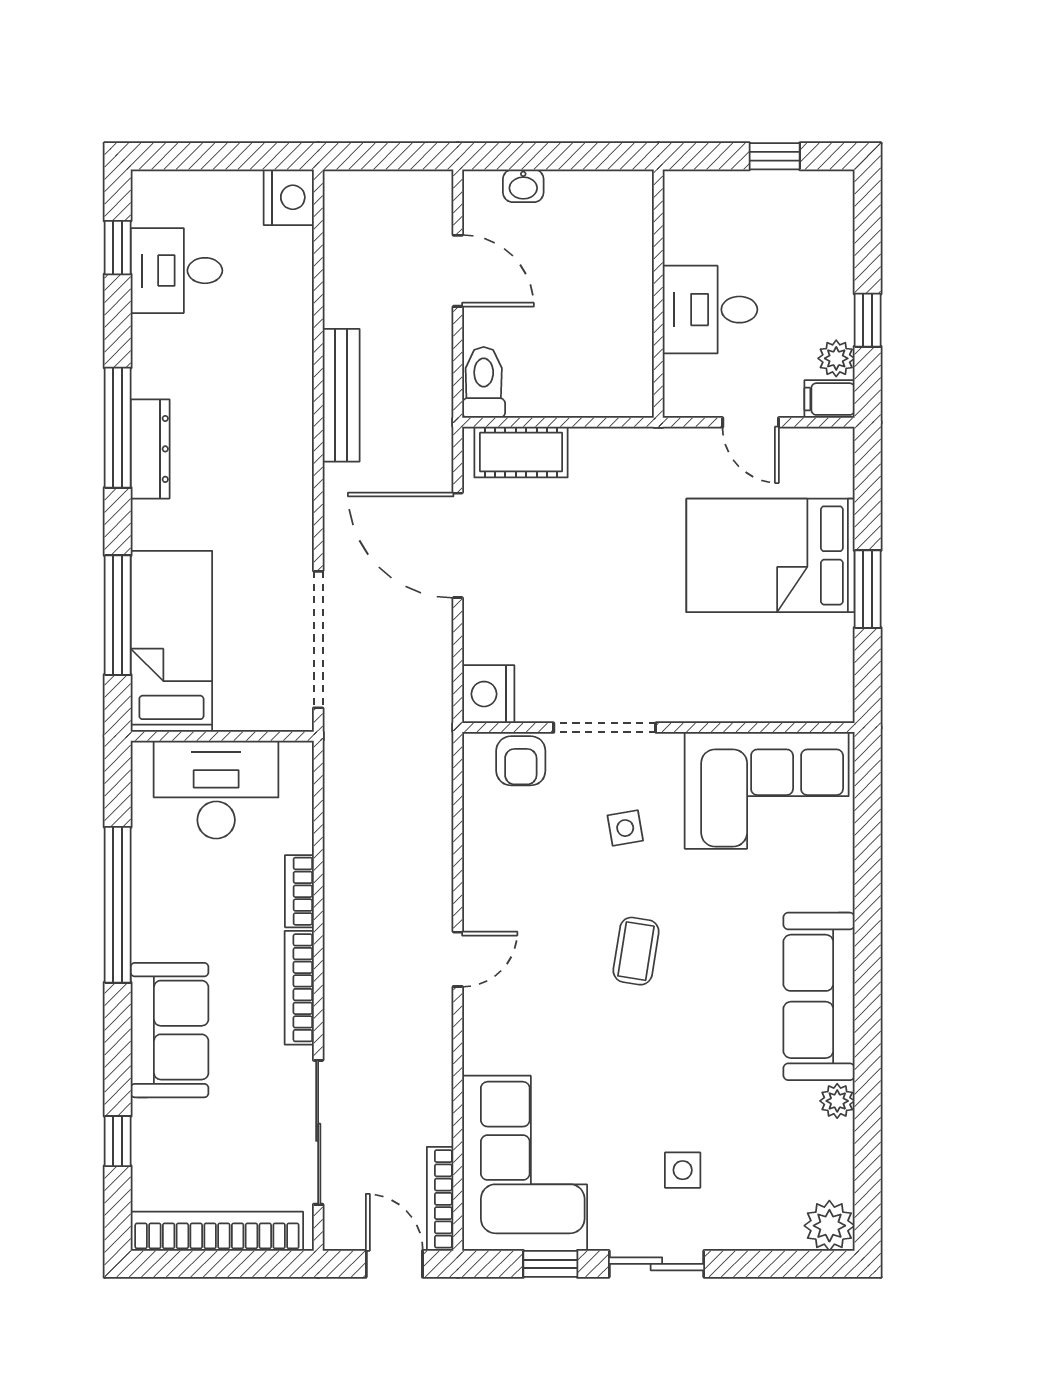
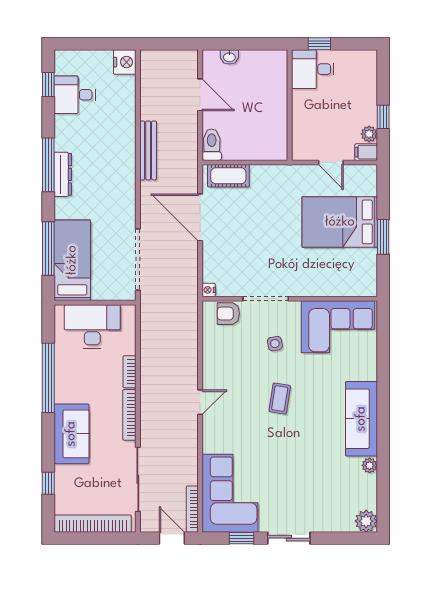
window: (775, 156) -> (319, 44), moved
desk: (710, 310) -> (313, 69), moved
nightstand: (488, 694) -> (209, 290), width x0.53, depth x0.56
armchair: (521, 761) -> (228, 314), turned 90
side table: (683, 1170) -> (301, 496), removed

